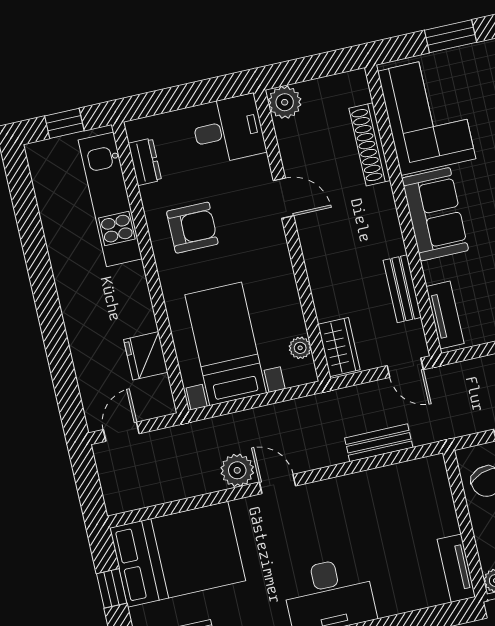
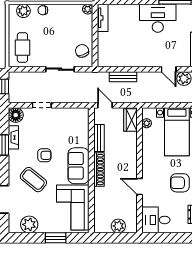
plant: (285, 102) -> (118, 226), moved
shoe rack: (370, 144) -> (99, 170), moved
tv unit: (445, 315) -> (84, 123), removed

